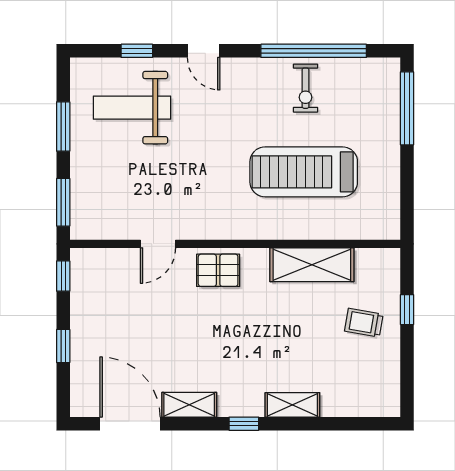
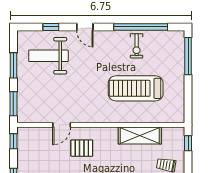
pallet: (218, 270) -> (82, 148), moved
window: (407, 310) -> (188, 143), moved

